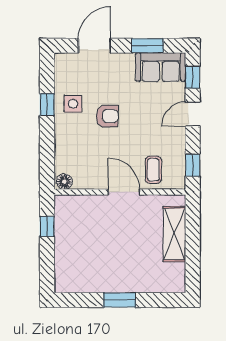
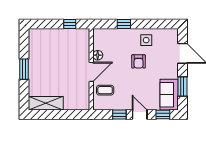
window: (47, 105) -> (124, 24), moved
window: (193, 165) -> (119, 115), moved
floor lamp: (64, 182) -> (98, 55), moved
shelving: (174, 234) -> (46, 103), moved

